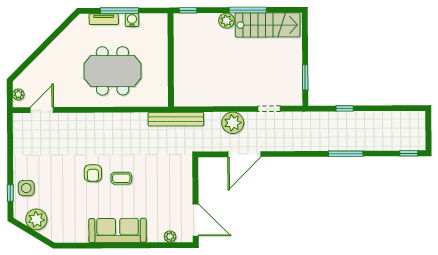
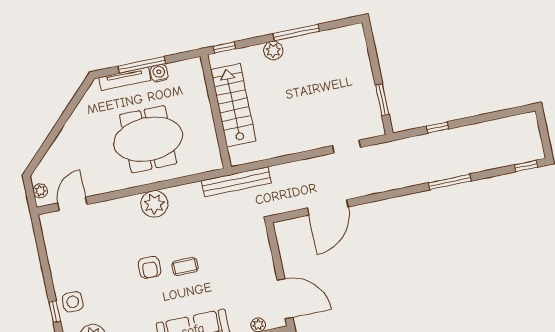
tv unit: (104, 19) -> (125, 79), width x1.41
stairs: (268, 25) -> (233, 105), moved, turned -90
plant: (233, 123) -> (154, 204), moved

